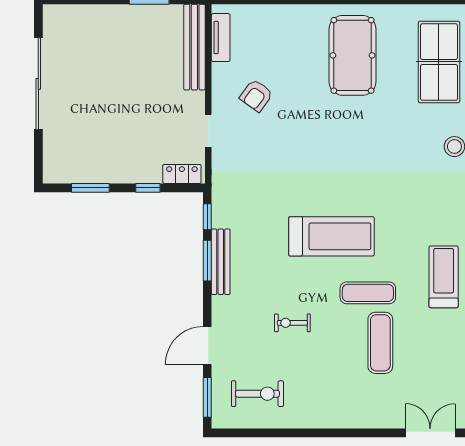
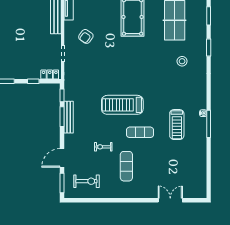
treadmill: (331, 236) -> (122, 105), turned 180
treadmill: (444, 277) -> (177, 125), turned 180
exercise mat: (380, 343) -> (126, 166), moved

